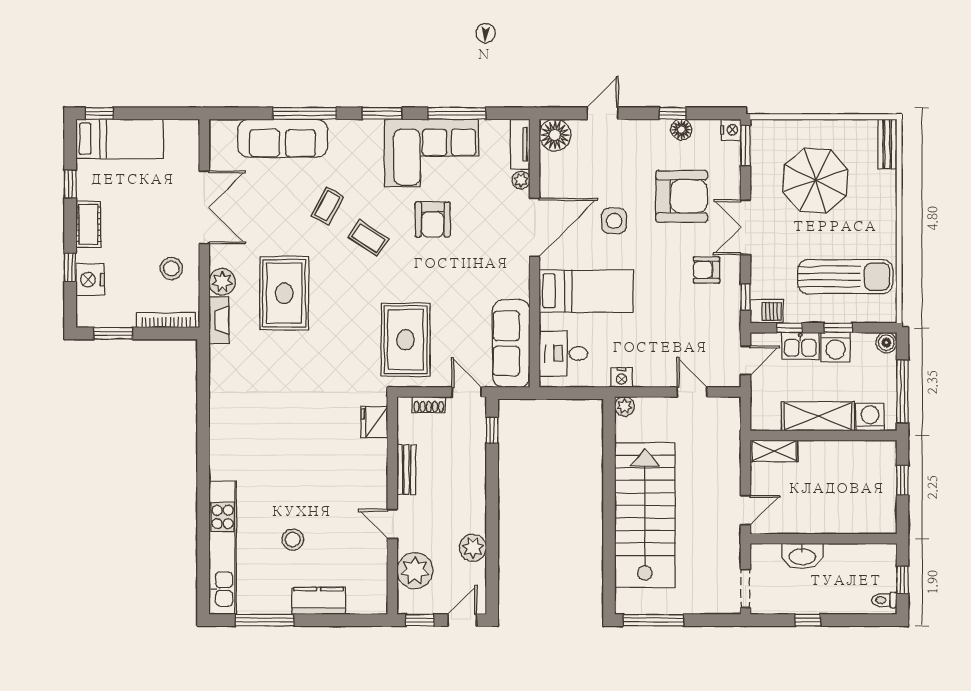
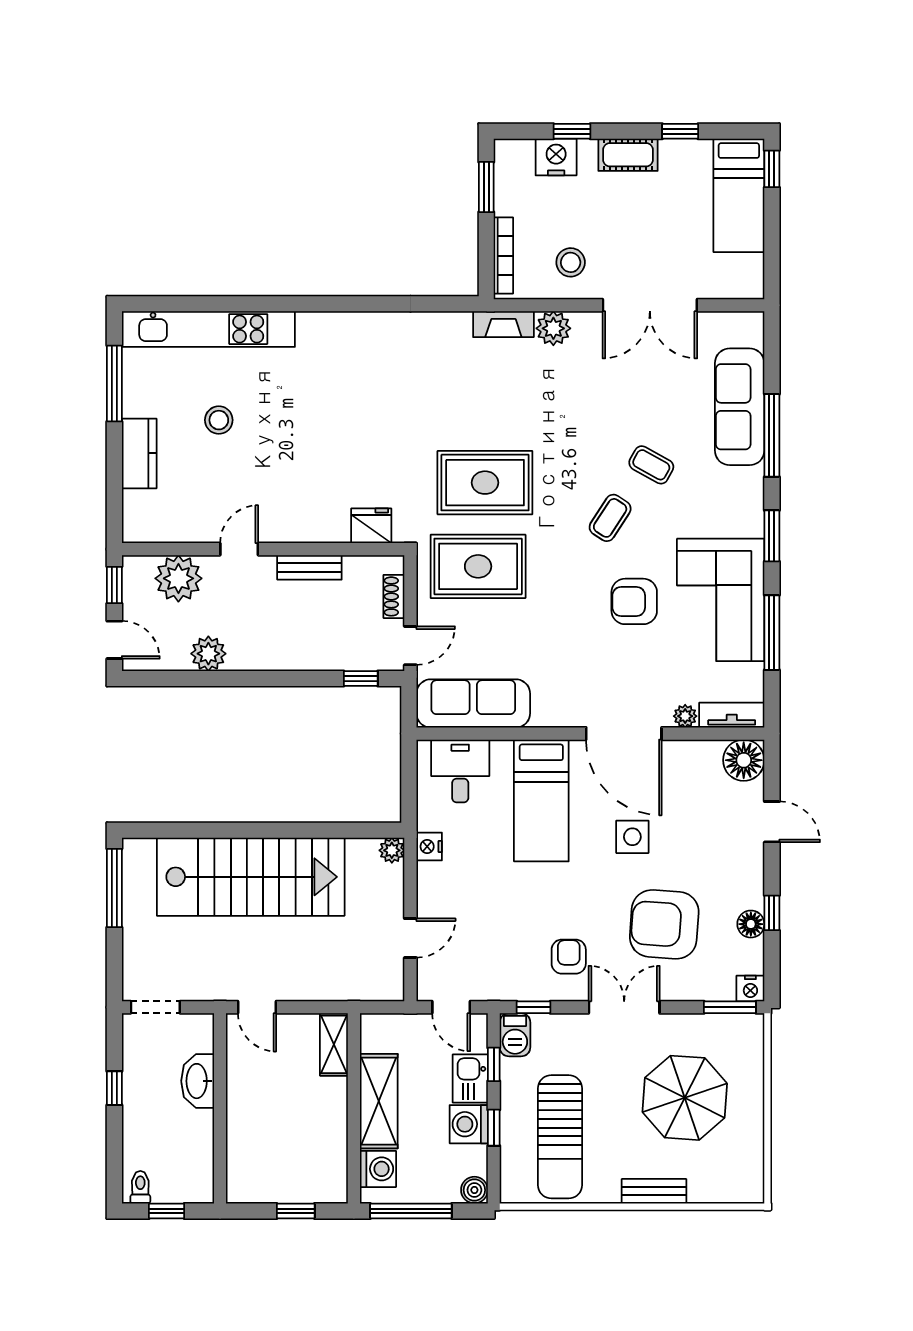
bench: (887, 144) -> (654, 1191), moved
armchair: (682, 196) -> (664, 924), turned 94
rug: (284, 293) -> (485, 483), moved

